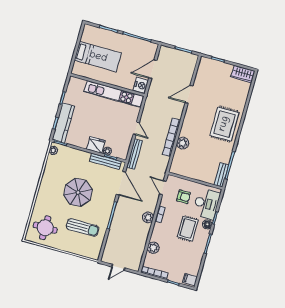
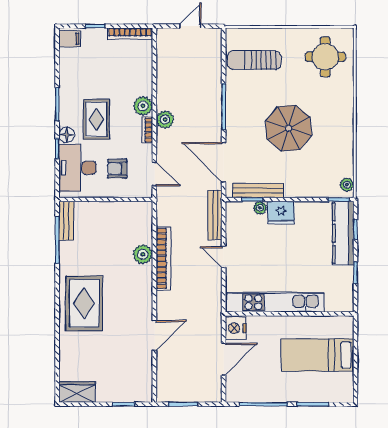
sun lounger: (83, 227) -> (254, 60), moved
plant: (153, 248) -> (143, 106), moved

